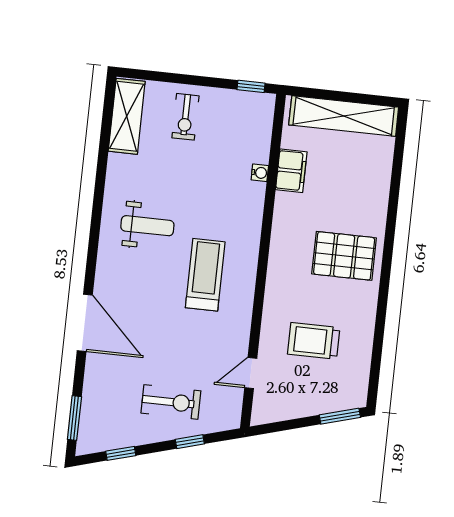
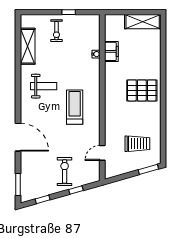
window: (251, 86) -> (69, 12), moved
shelving: (127, 116) -> (28, 46), moved
shelving: (344, 116) -> (143, 22), width x0.68
trolley: (314, 341) -> (137, 144), moved, turned 180
exercise bike: (171, 402) -> (65, 171), turned -90

